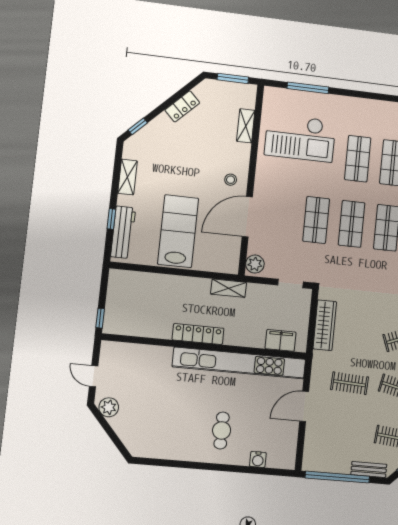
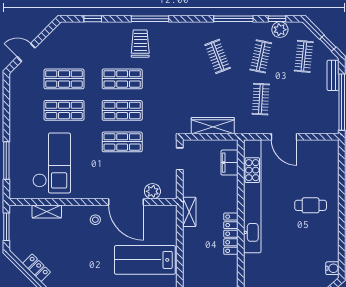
plant: (255, 264) -> (152, 191), moved
water cooler: (258, 459) -> (332, 268), moved

